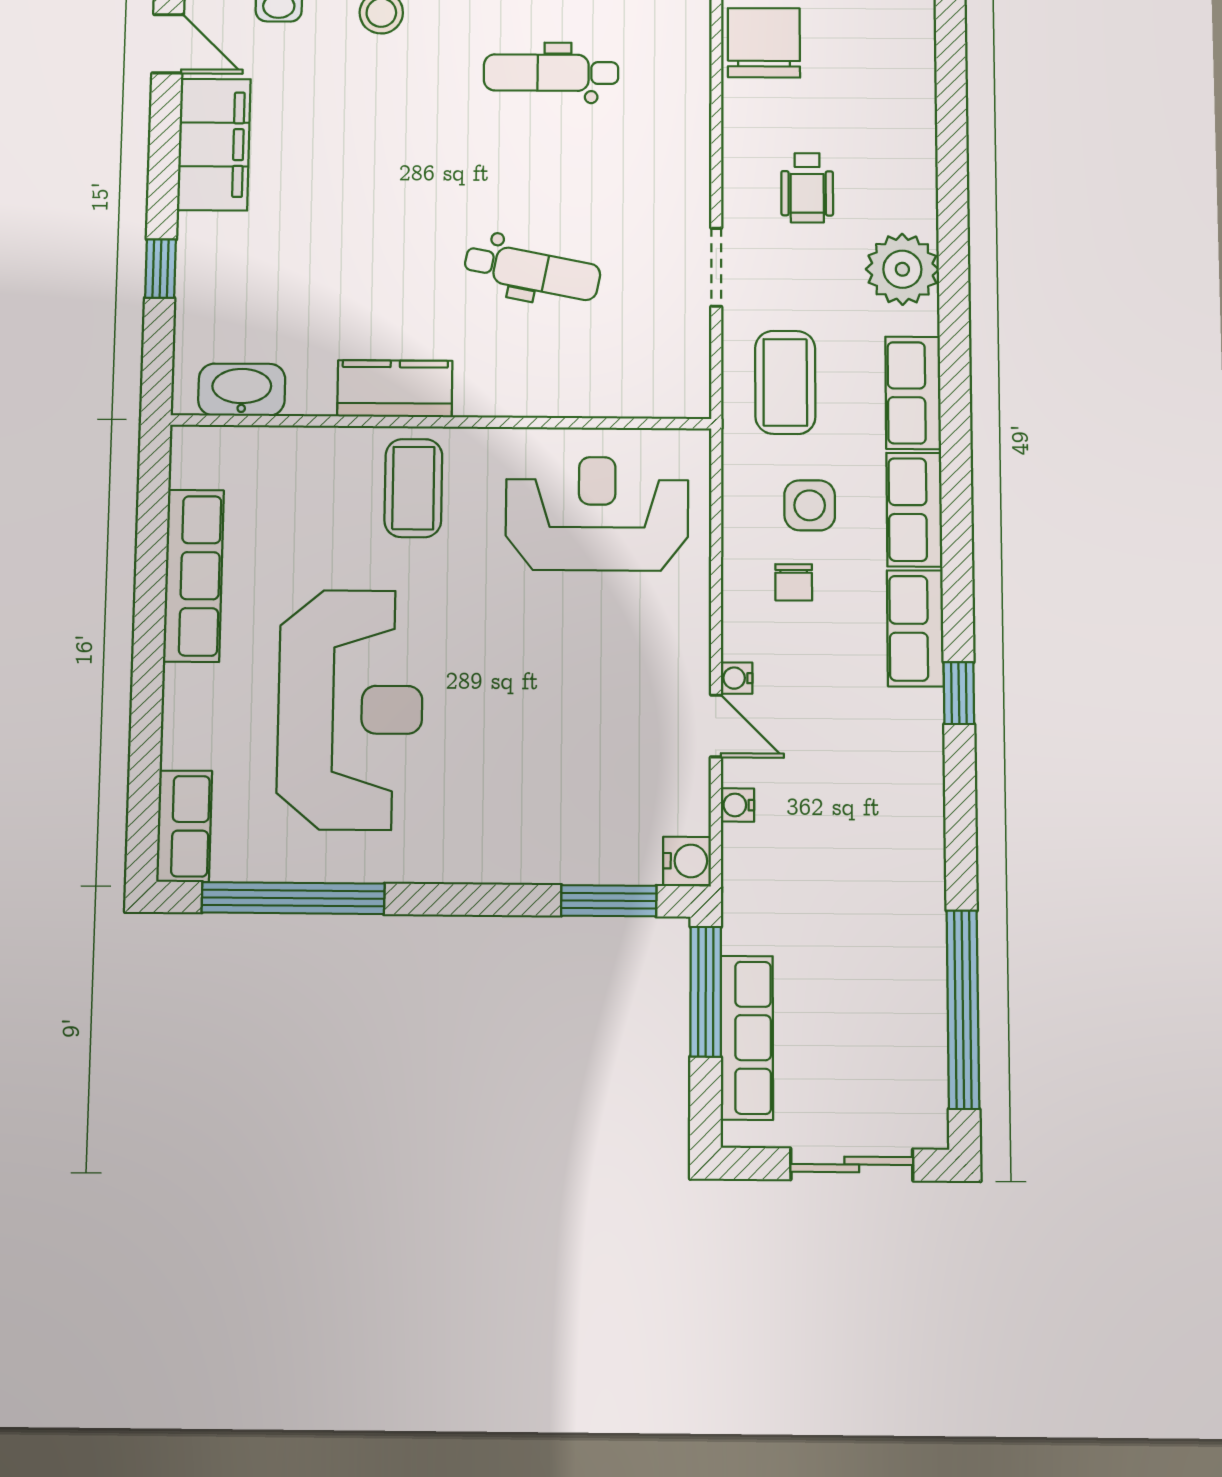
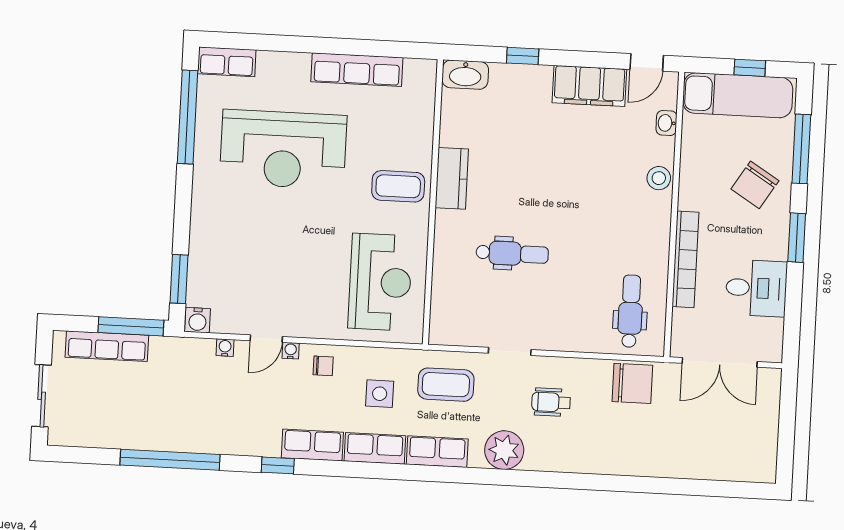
dental chair: (551, 73) -> (630, 311), moved
dental chair: (532, 271) -> (512, 254), turned -101
washbasin: (242, 390) -> (465, 75), moved, turned 90
chair: (794, 582) -> (323, 366), moved, turned 180
window: (963, 1009) -> (170, 460), moved

